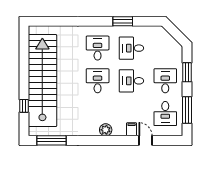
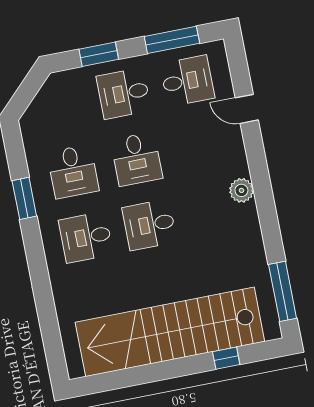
filing cabinet: (132, 129) -> (231, 140), removed
door: (146, 140) -> (247, 109), hinge flipped

